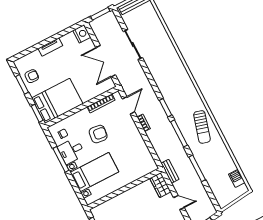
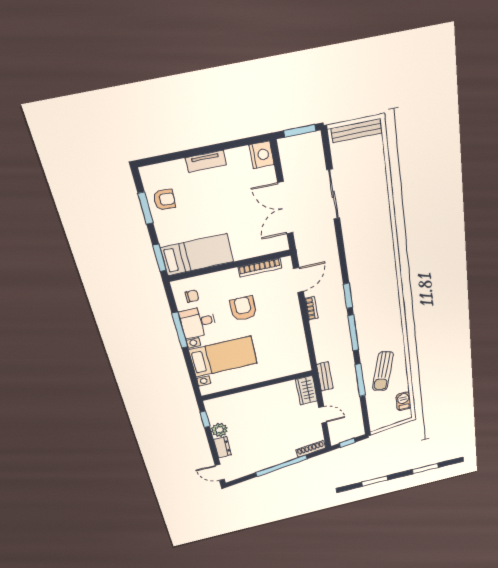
bed: (57, 101) -> (197, 255), width x0.67
sun lounger: (202, 127) -> (383, 371), moved
armchair: (98, 134) -> (243, 308), turned -97

